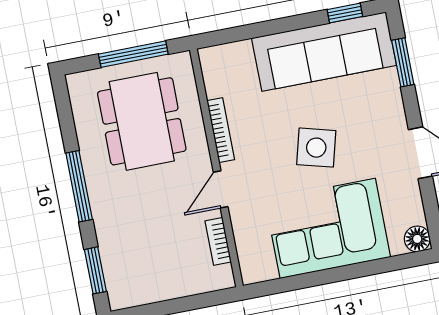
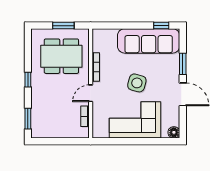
window: (133, 54) -> (63, 26), width x0.69
window: (403, 62) -> (183, 64), moved
dining table: (142, 121) -> (61, 56), turned 90
window: (79, 186) -> (28, 80), width x0.46

